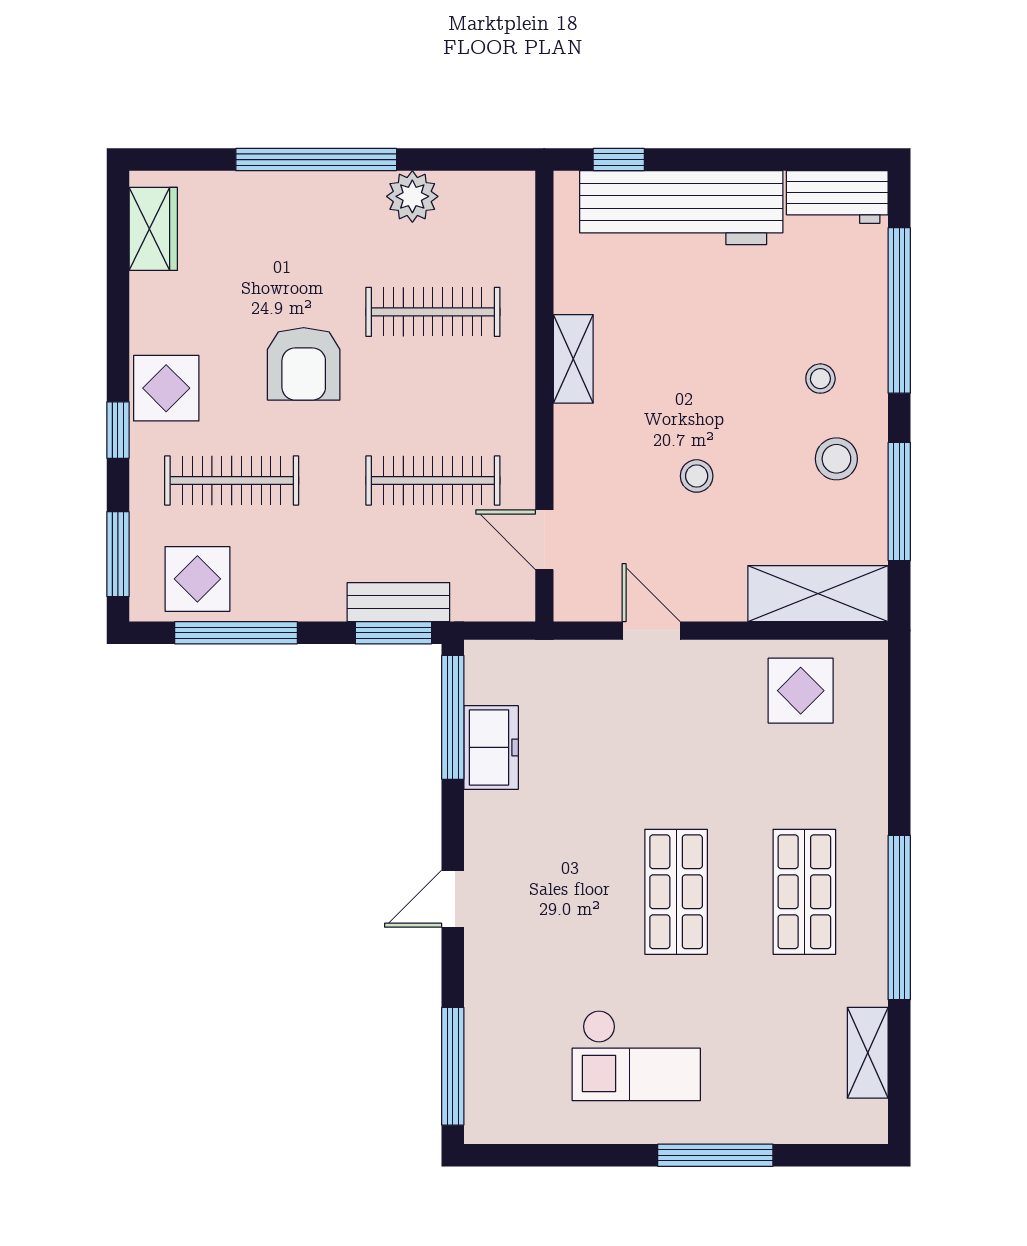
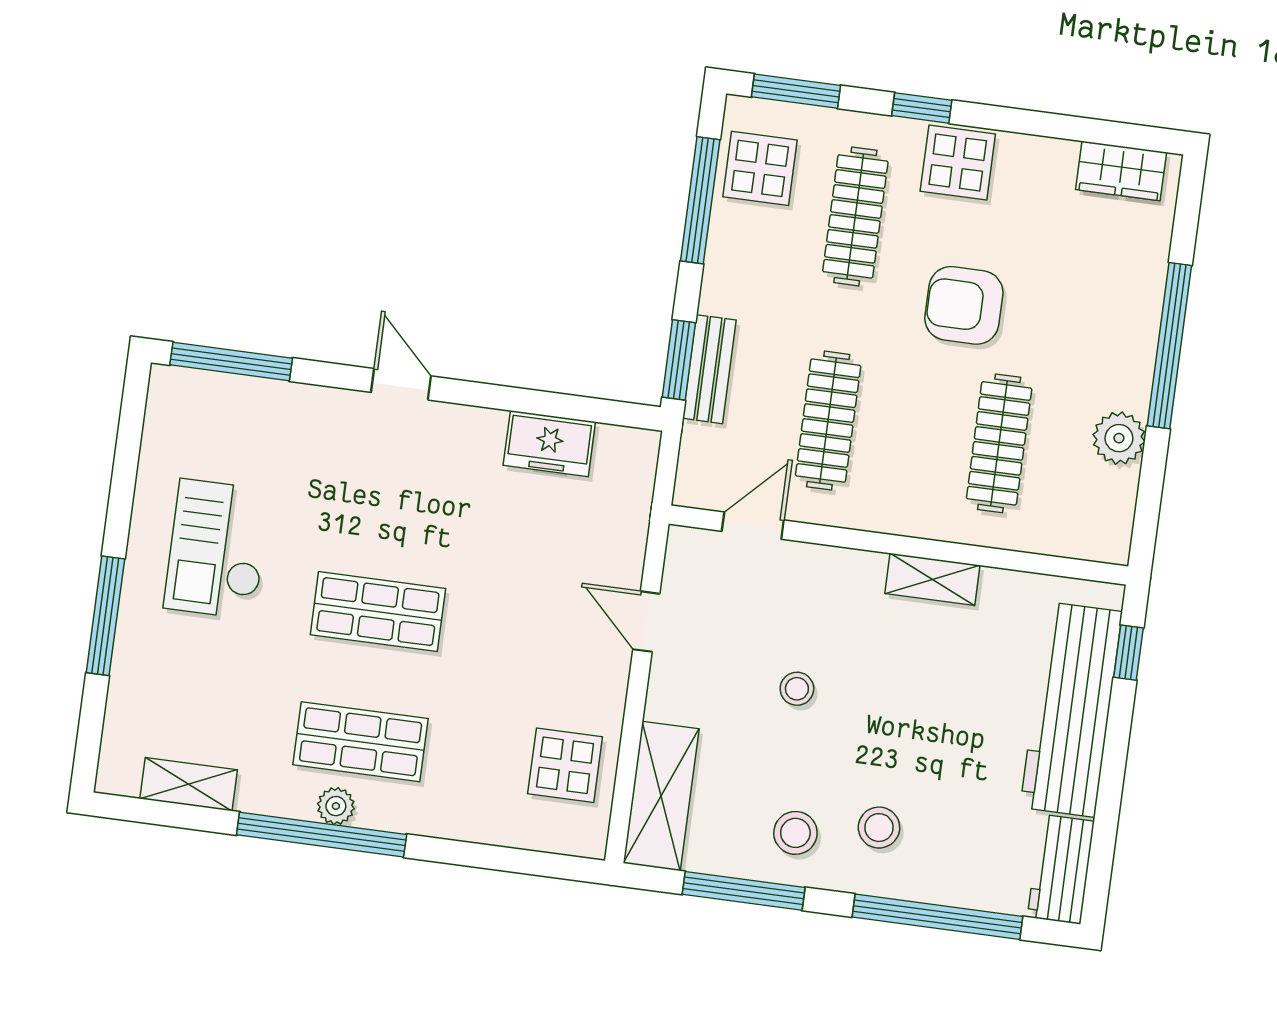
stool: (820, 379) -> (879, 828), width x1.37, depth x1.37
door: (651, 631) -> (646, 622), swing flipped
window: (453, 717) -> (585, 409), removed
plant: (870, 907) -> (336, 806), added

